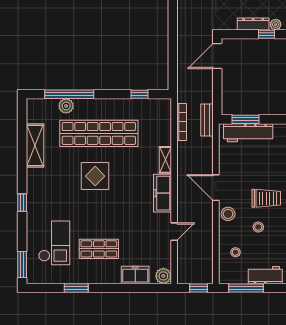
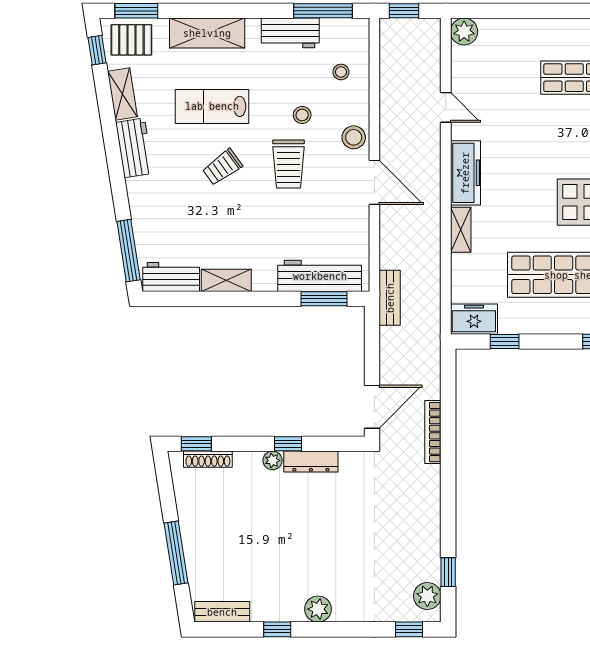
bookcase: (182, 122) -> (433, 432), moved
trolley: (266, 198) -> (289, 164), turned -90
door: (174, 232) -> (446, 107), swing flipped
freezer: (135, 275) -> (474, 319), moved, turned 180

